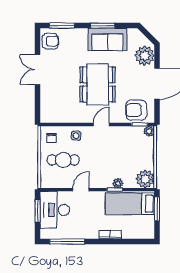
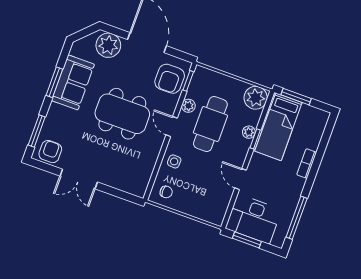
plant: (149, 131) -> (188, 106), moved
cafe table: (63, 160) -> (210, 124), moved, width x1.37, depth x1.35

